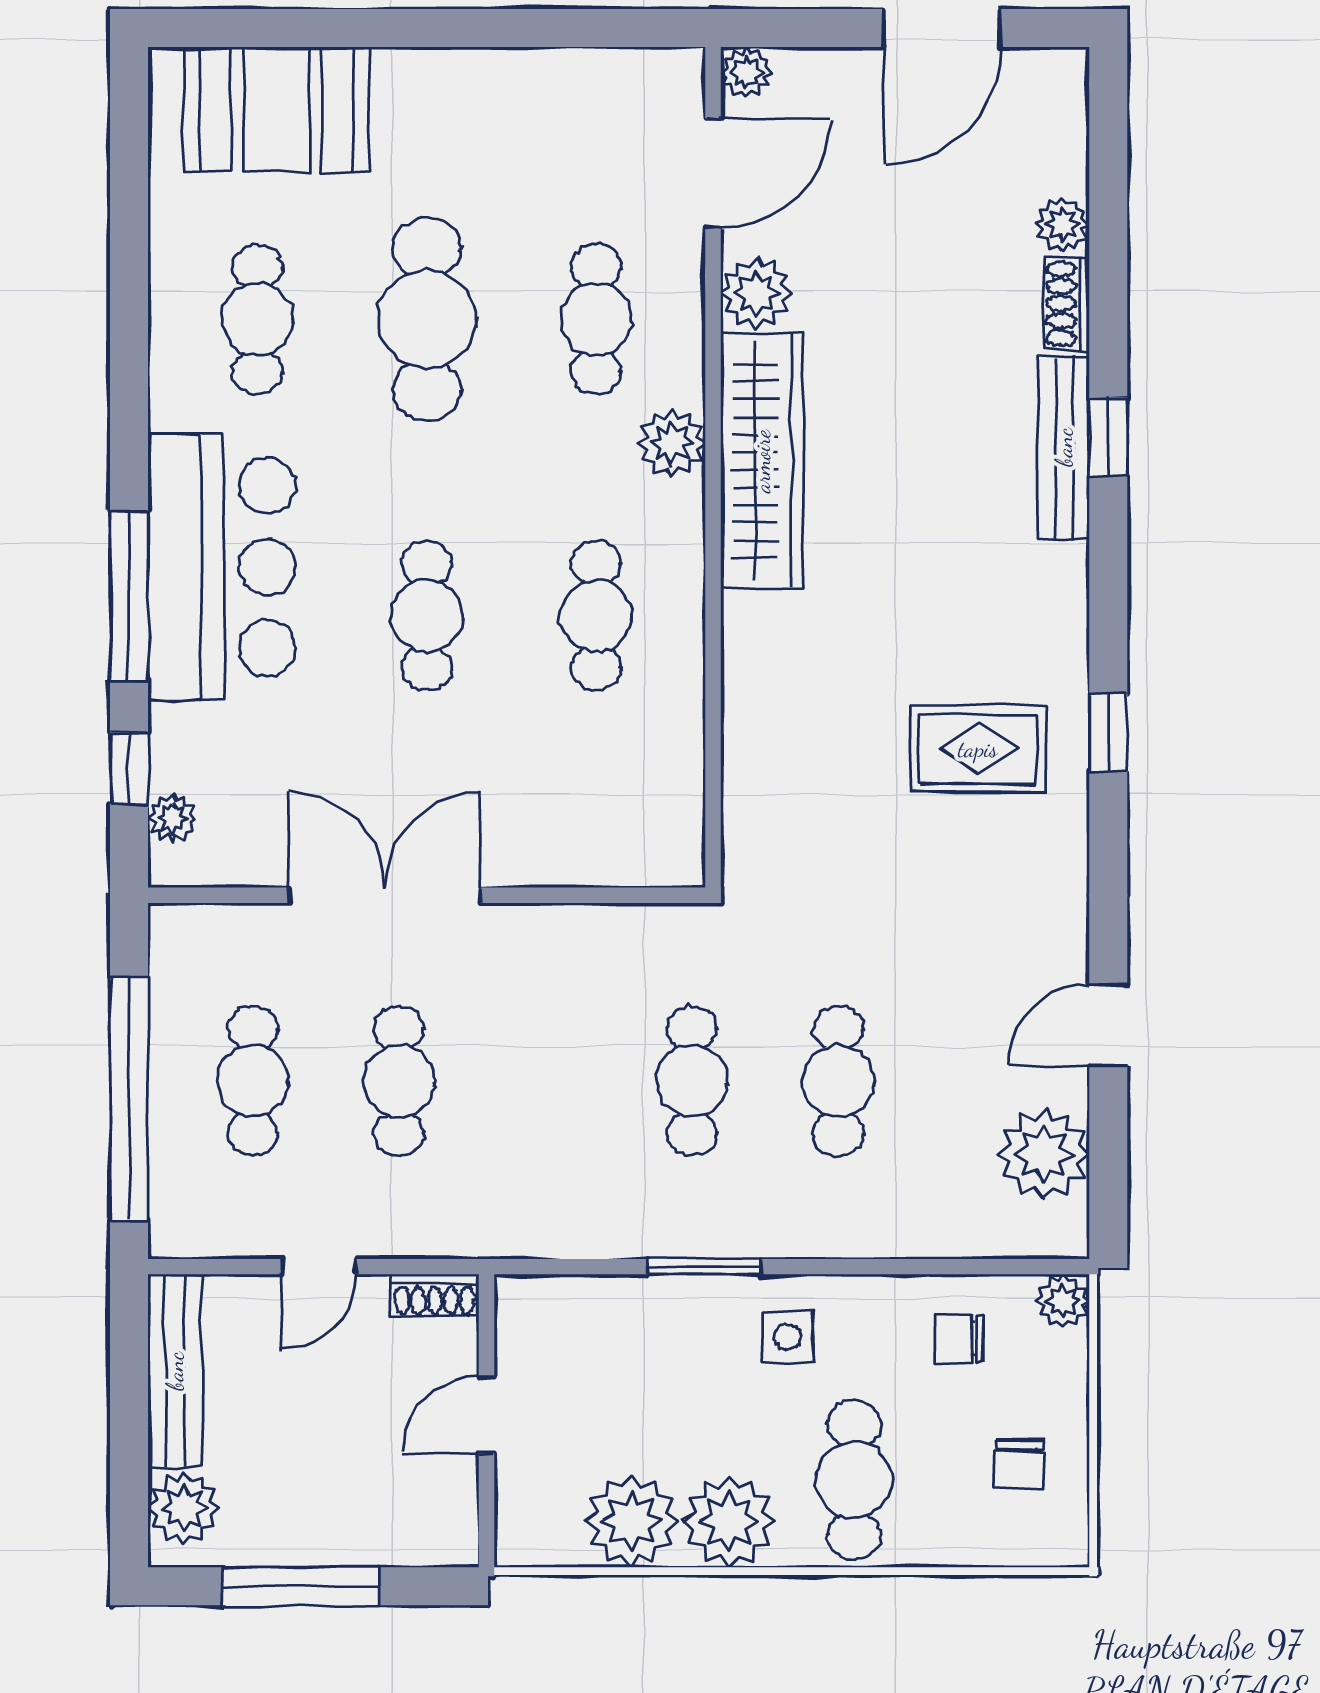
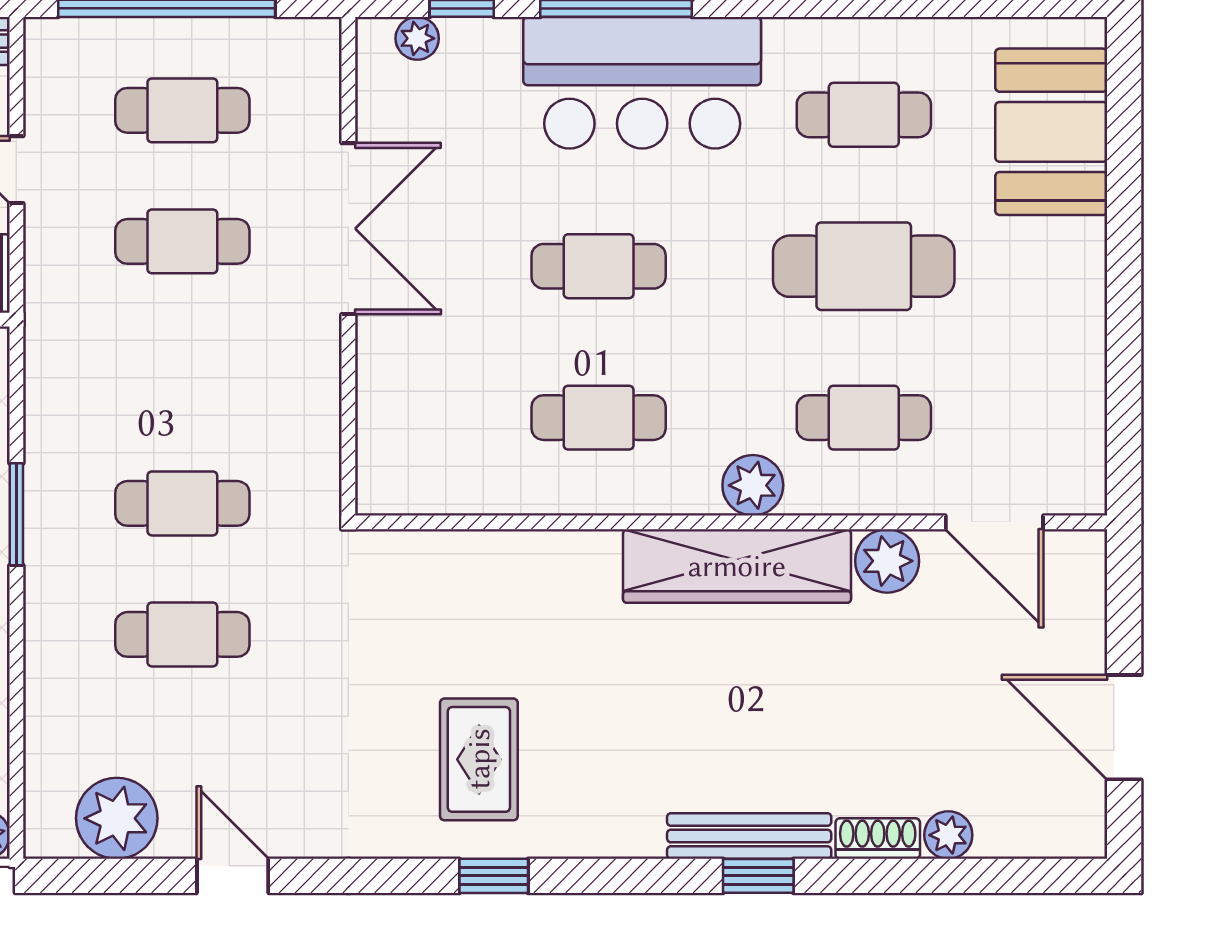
plant: (746, 73) -> (1084, 552), removed

